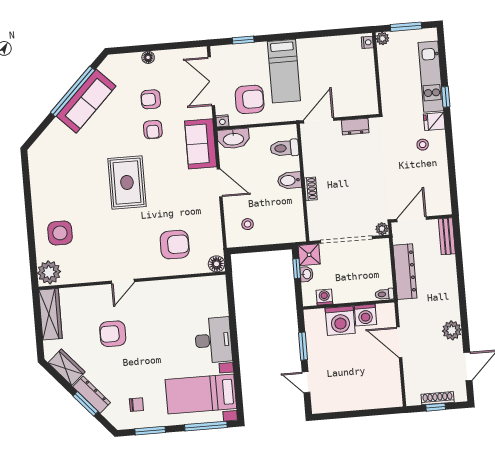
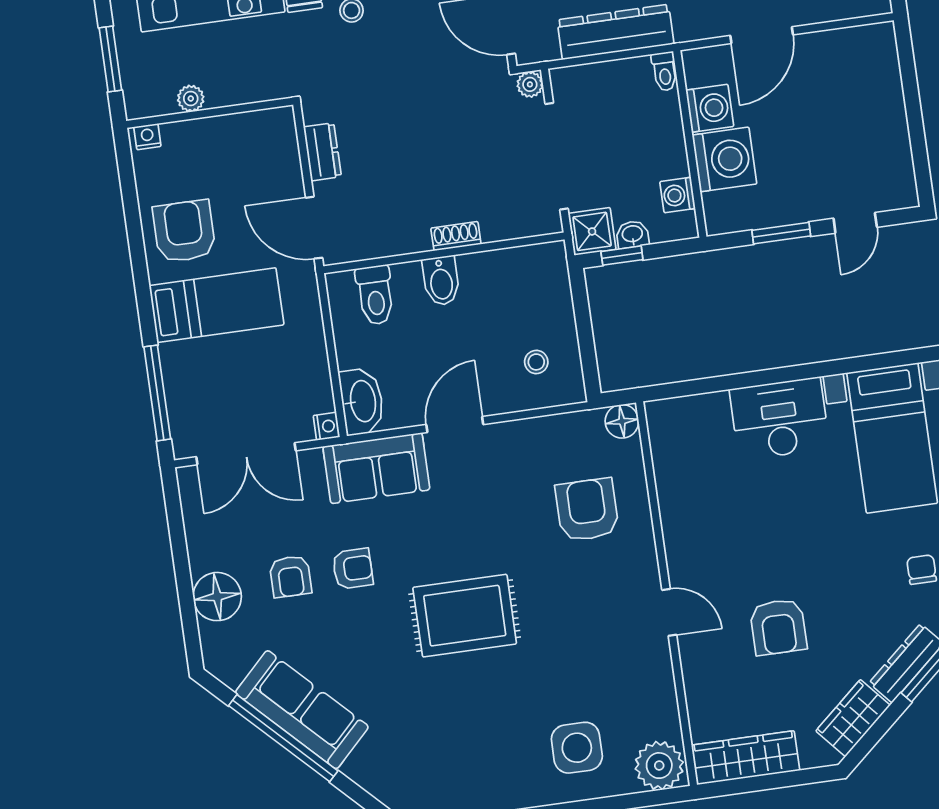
plant: (382, 38) -> (191, 98), moved
window: (243, 40) -> (157, 393), width x2.17
floor lamp: (148, 57) -> (217, 597), width x1.89, depth x1.89
armchair: (250, 99) -> (184, 231), moved

